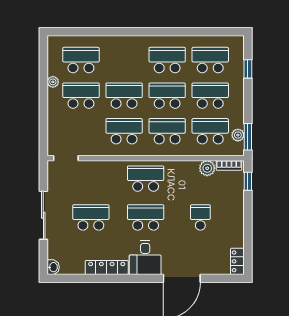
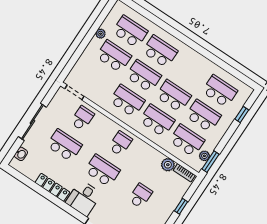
school desk: (167, 60) -> (160, 51), moved
school desk: (91, 179) -> (82, 118), added
school desk: (146, 179) -> (120, 144), width x0.54
window: (248, 181) -> (181, 206), moved
washbasin: (53, 267) -> (21, 154), moved

